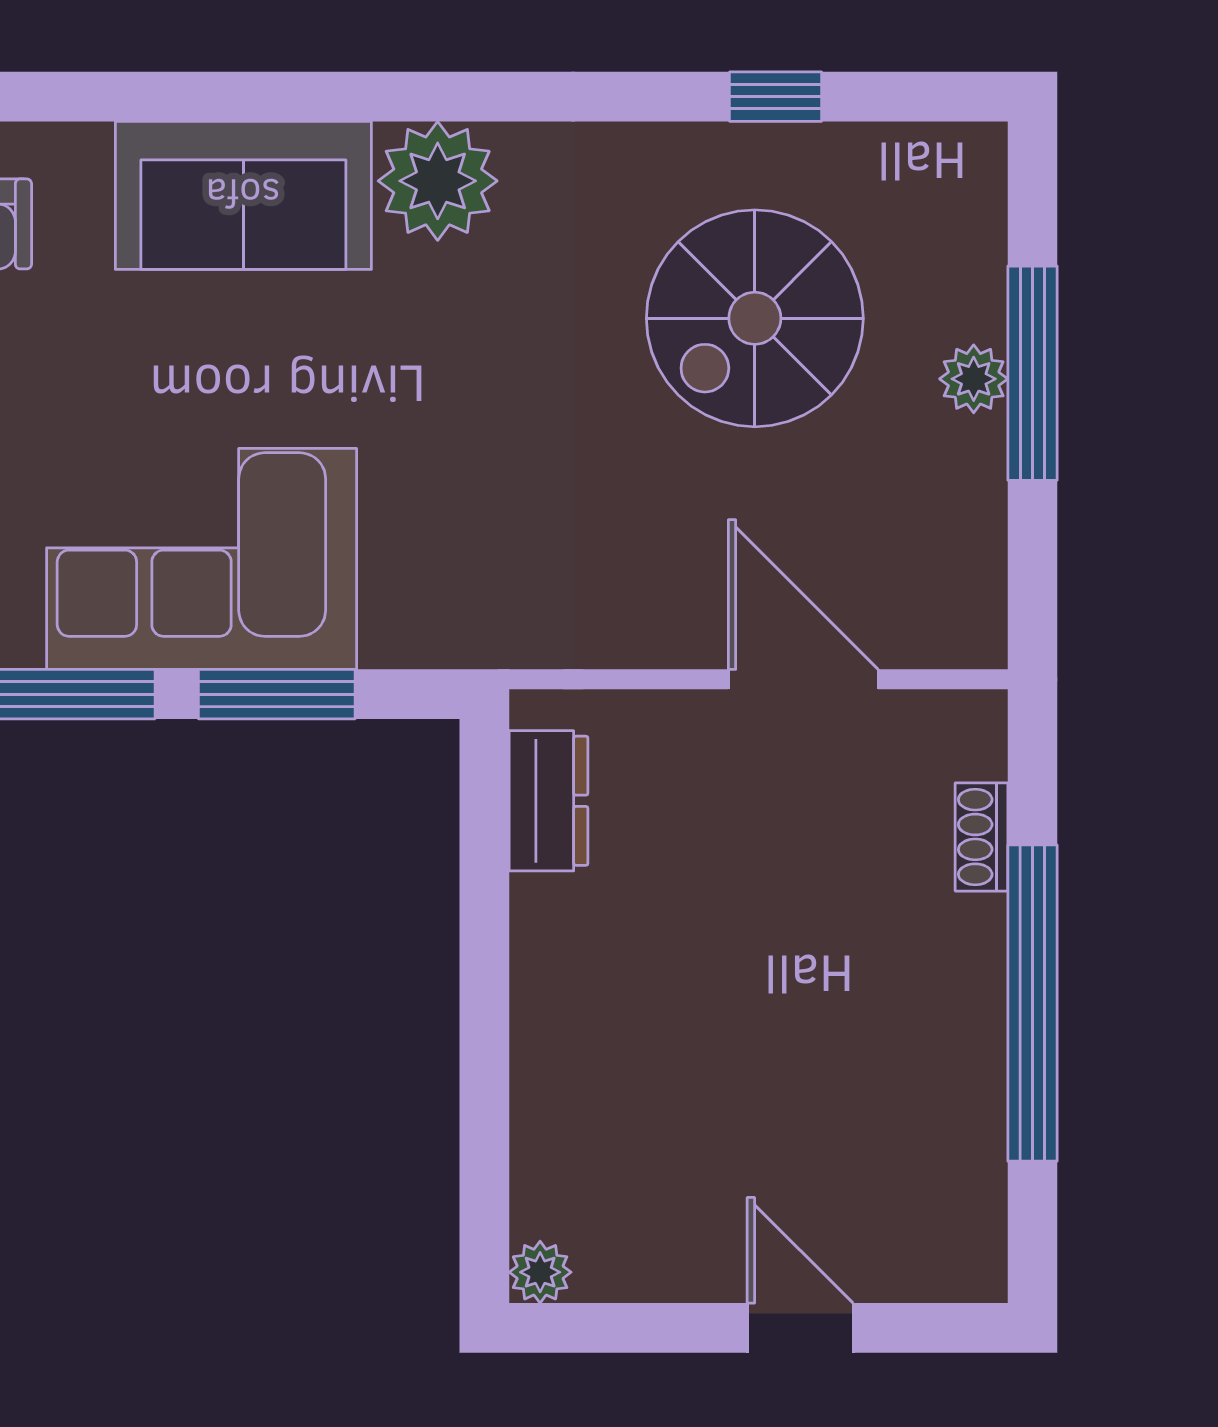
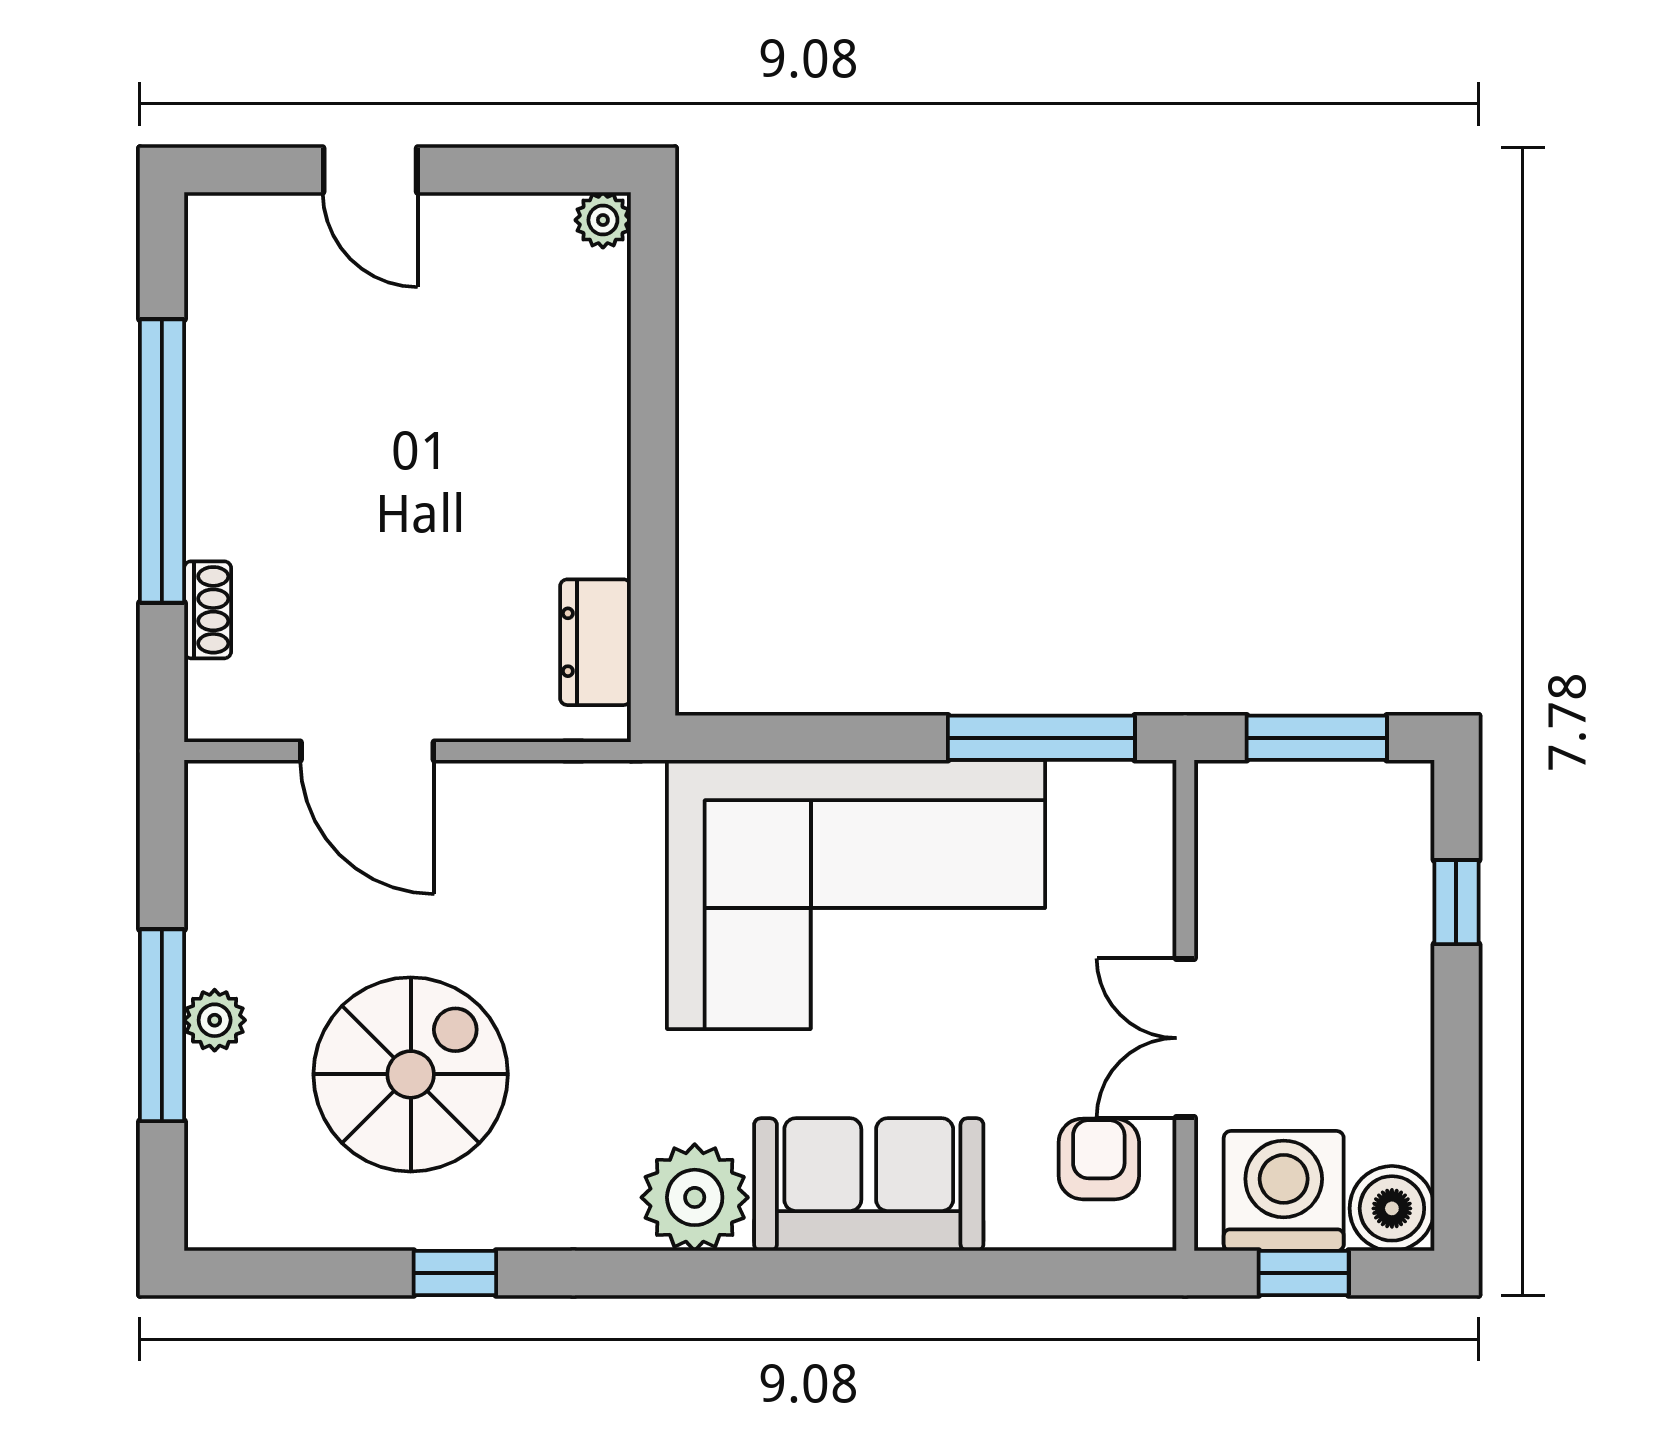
window: (776, 97) -> (455, 1273), moved
corner sofa: (202, 559) -> (856, 894), width x1.36, depth x1.36
window: (277, 694) -> (839, 738), removed

